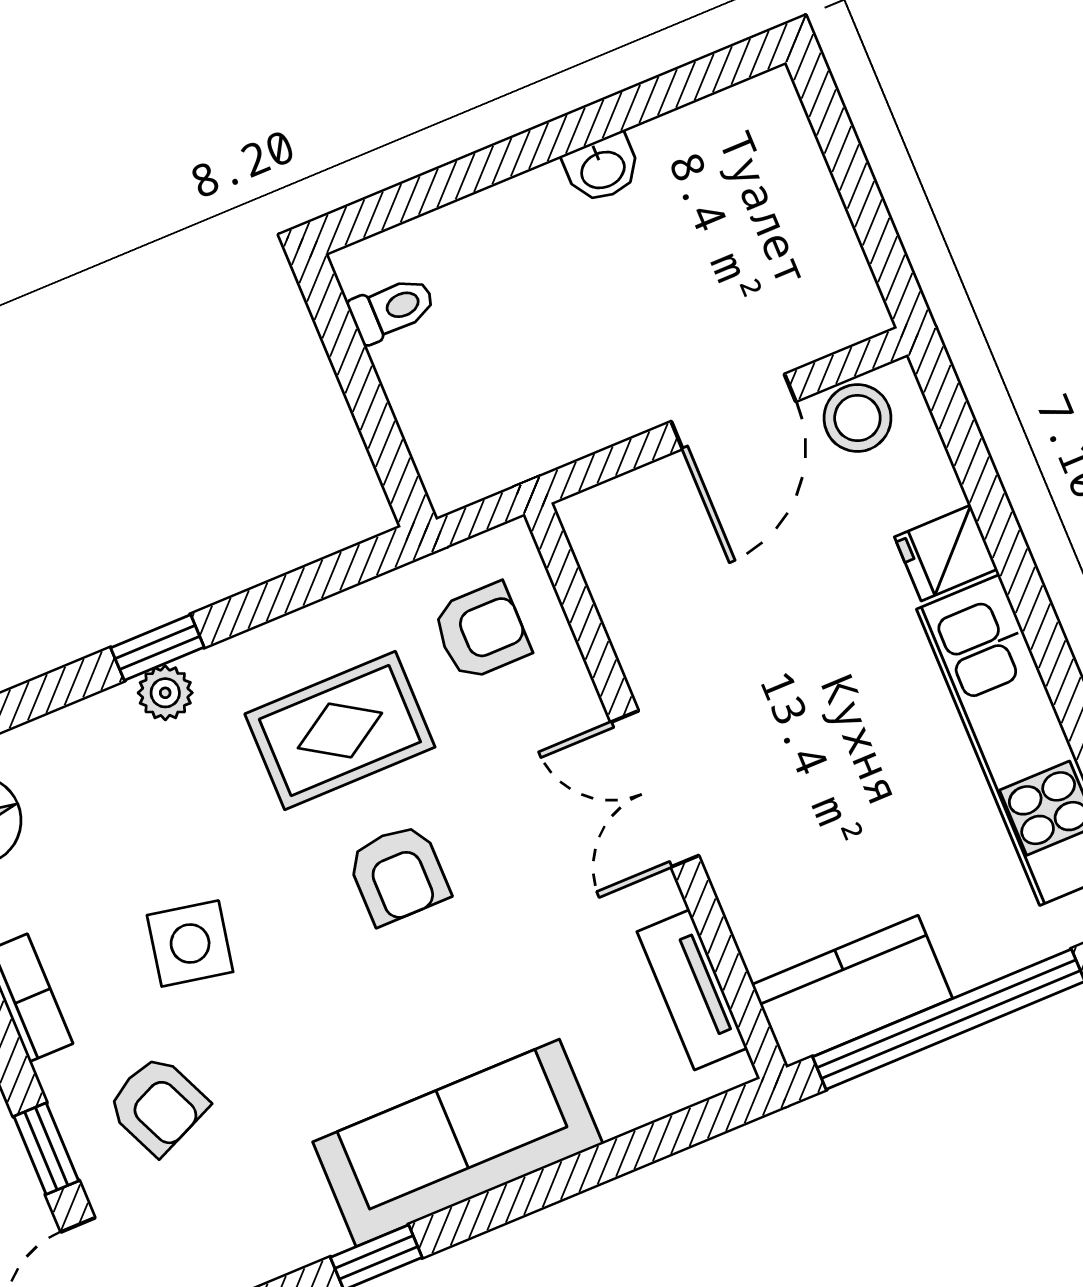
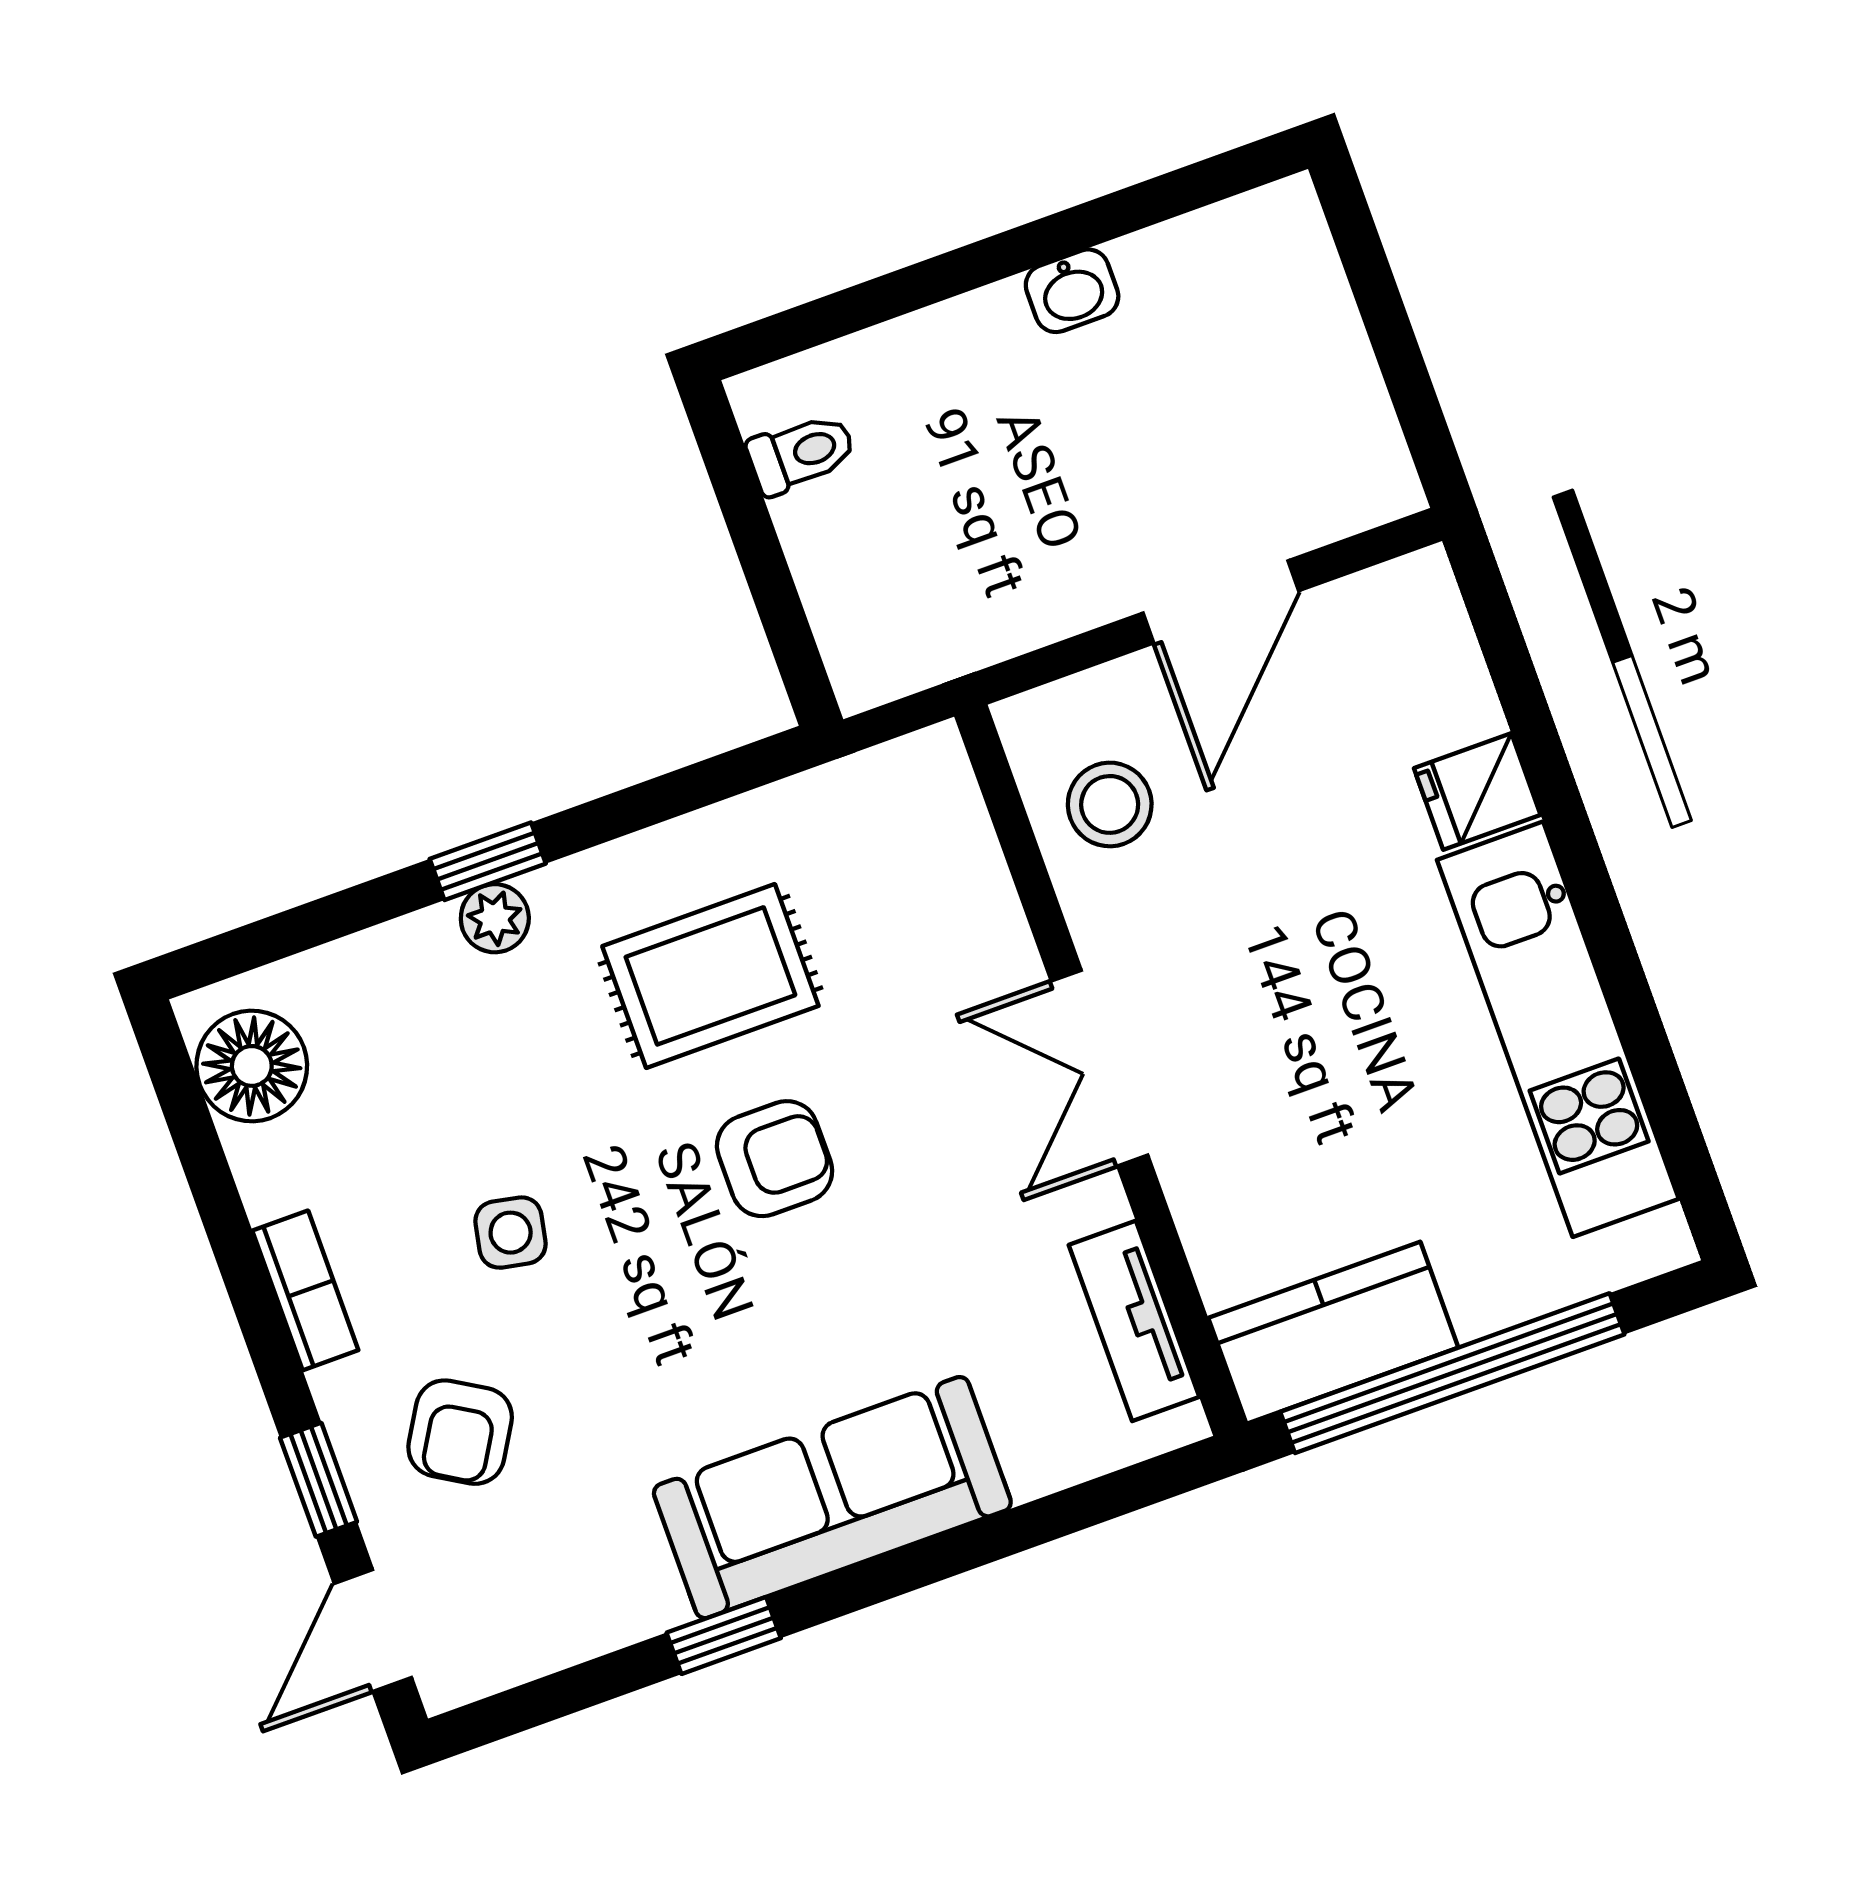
stool: (857, 418) -> (1110, 804), moved
armchair: (481, 631) -> (893, 861), removed
armchair: (398, 874) -> (775, 1159), turned -90
side table: (190, 944) -> (511, 1233), width x0.73, depth x0.73
armchair: (158, 1105) -> (460, 1432), turned 55

